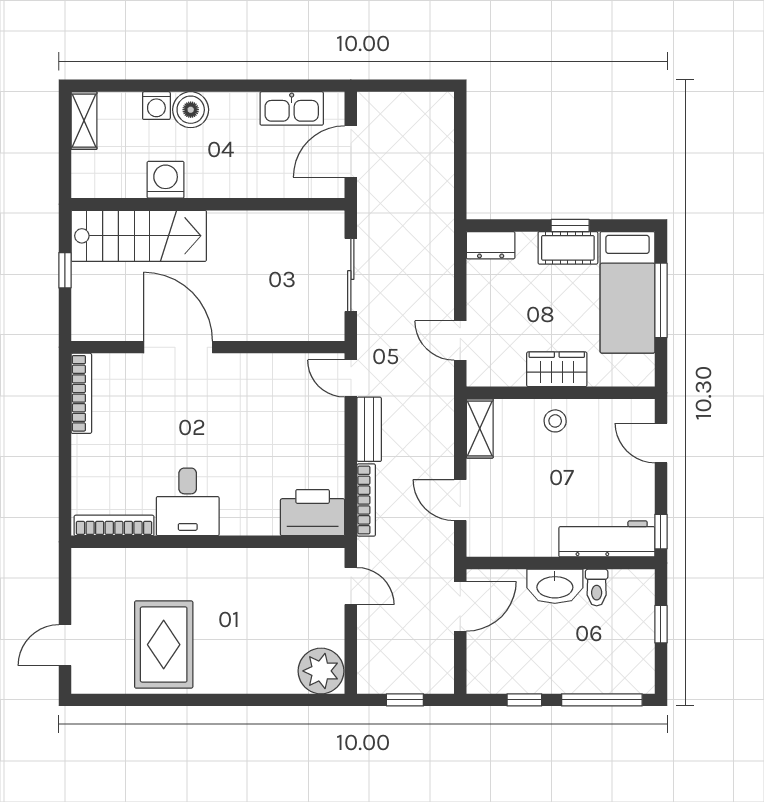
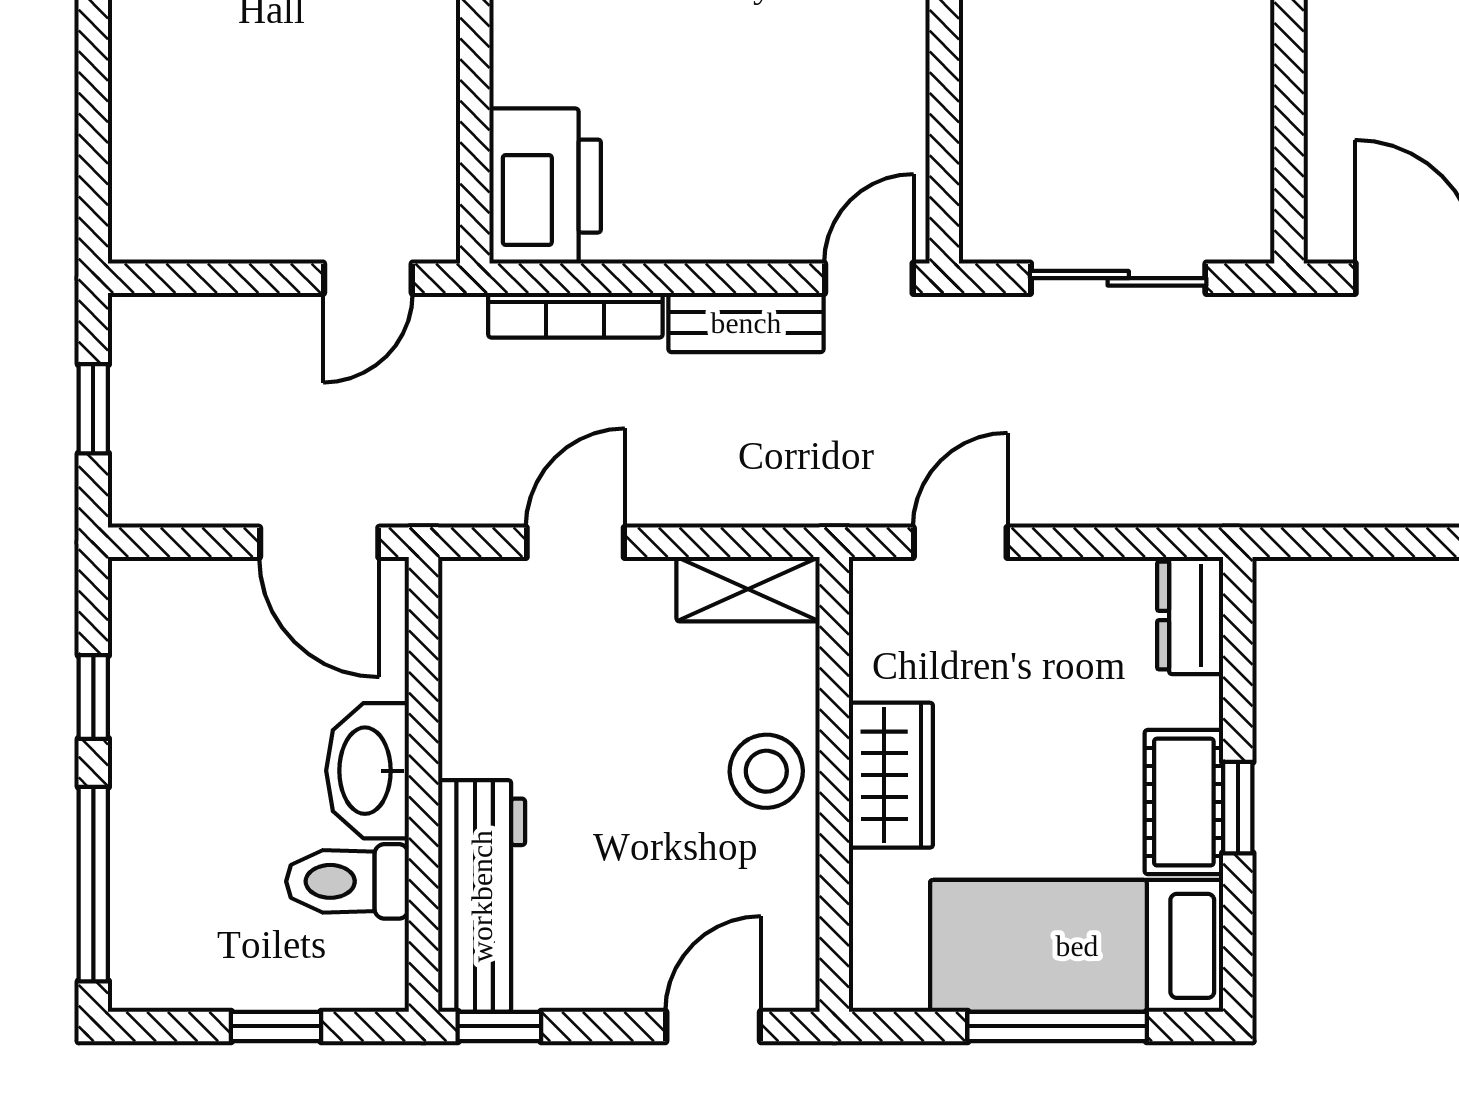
stool: (555, 421) -> (766, 771), width x1.37, depth x1.37
toilet: (597, 587) -> (347, 881), width x1.37, depth x1.39
plant: (321, 671) -> (163, 206), removed

